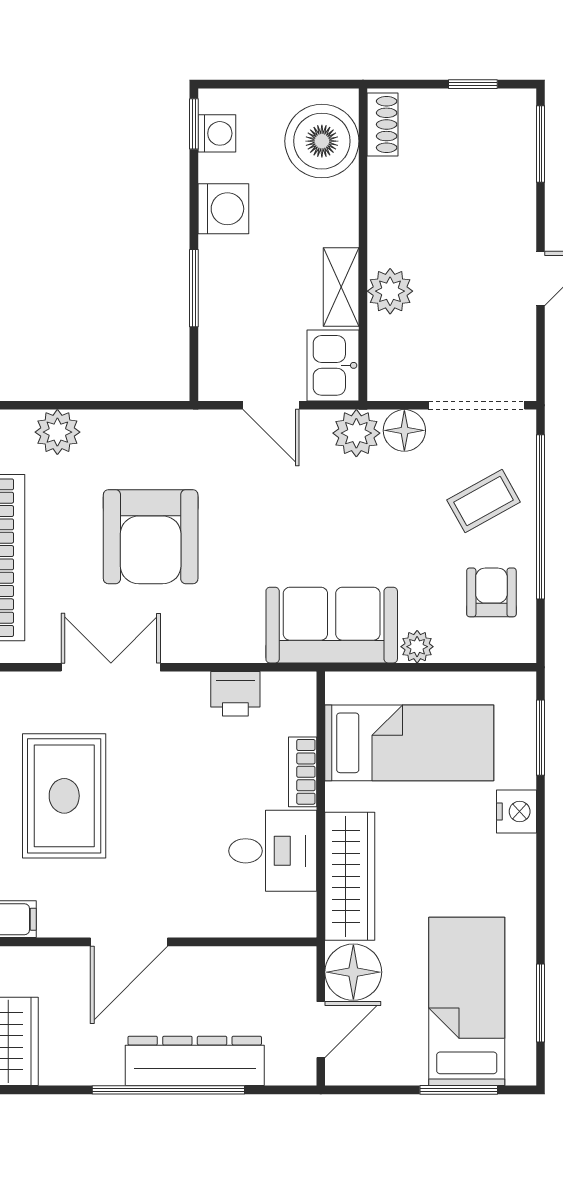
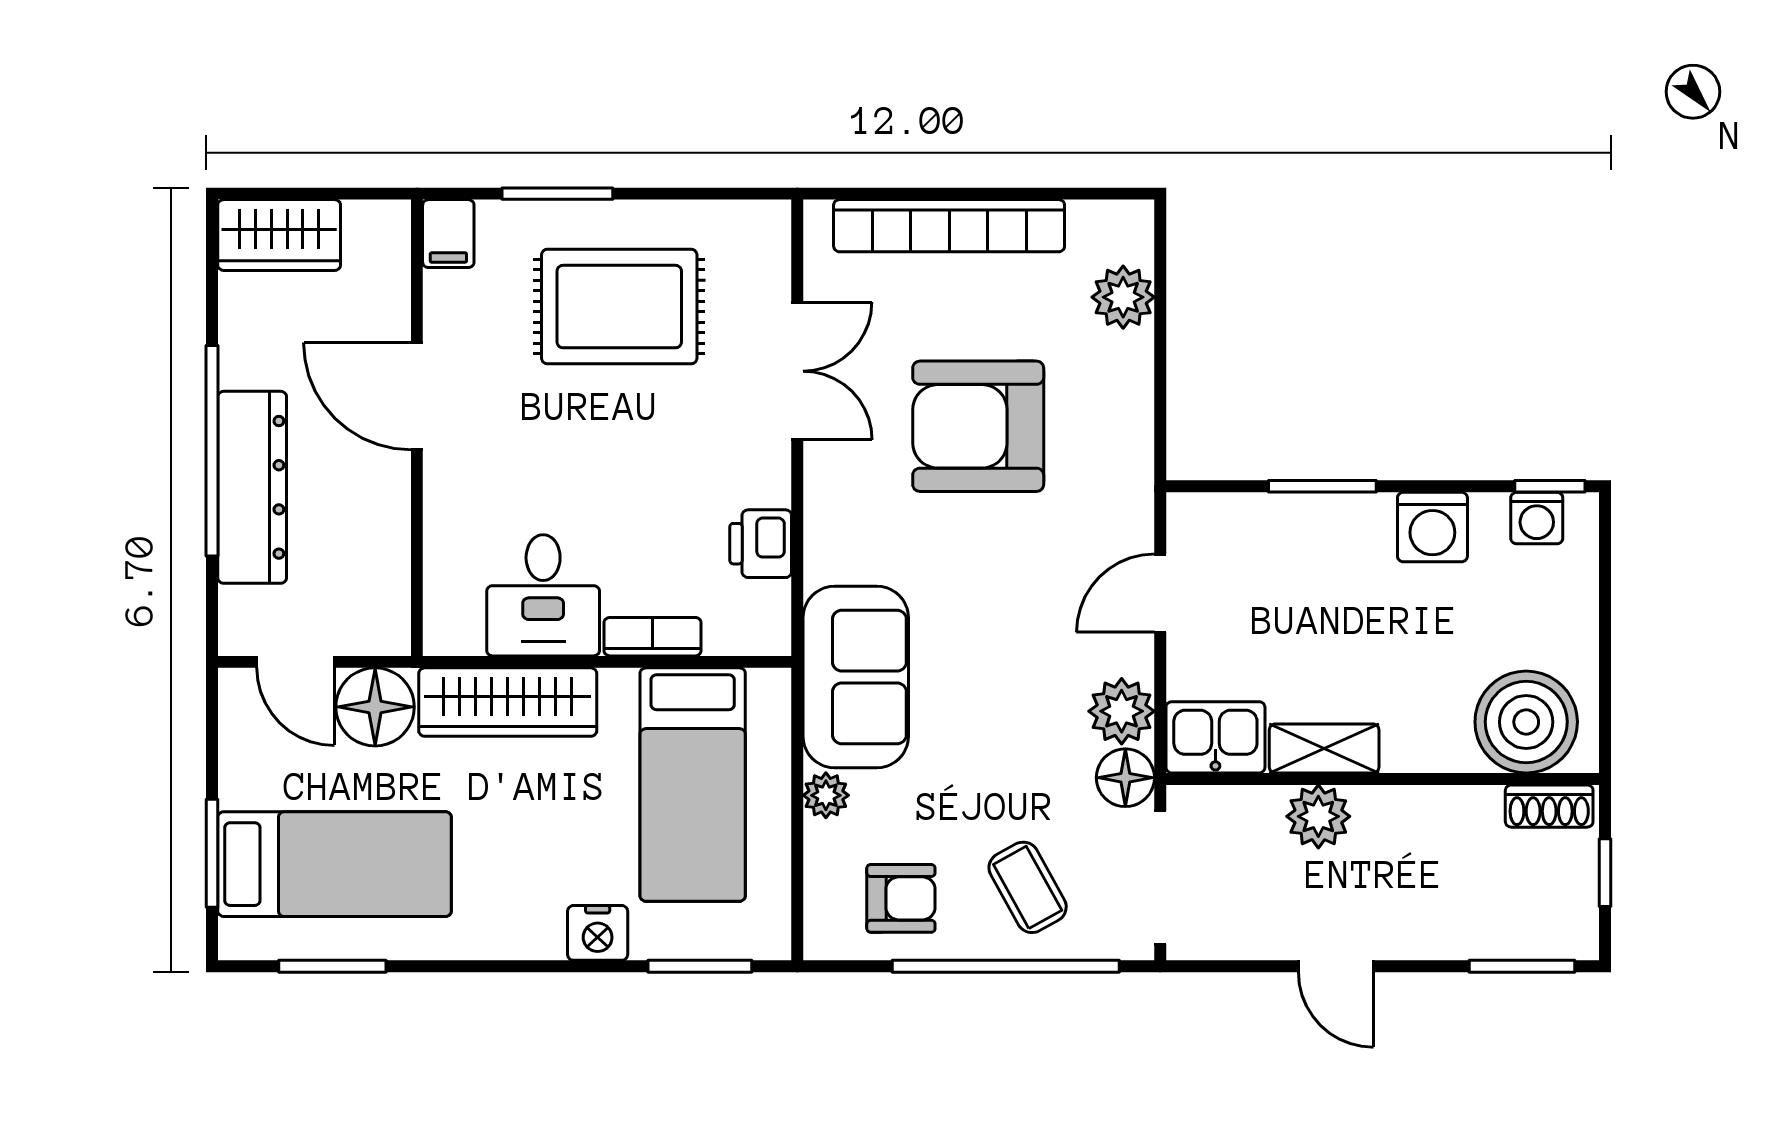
shoe rack: (383, 124) -> (1549, 806), moved
boiler: (322, 141) -> (1526, 722), moved
wall: (363, 245) -> (1383, 779), moved
shelving: (341, 287) -> (1324, 749), moved
plant: (390, 291) -> (1318, 816), moved
kitchen sink: (333, 365) -> (1215, 737), moved

